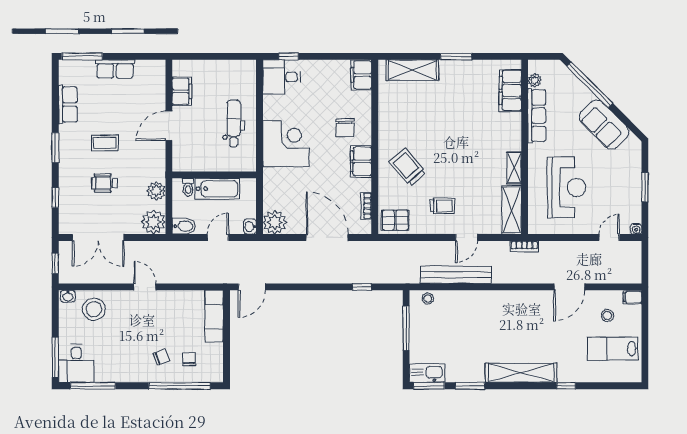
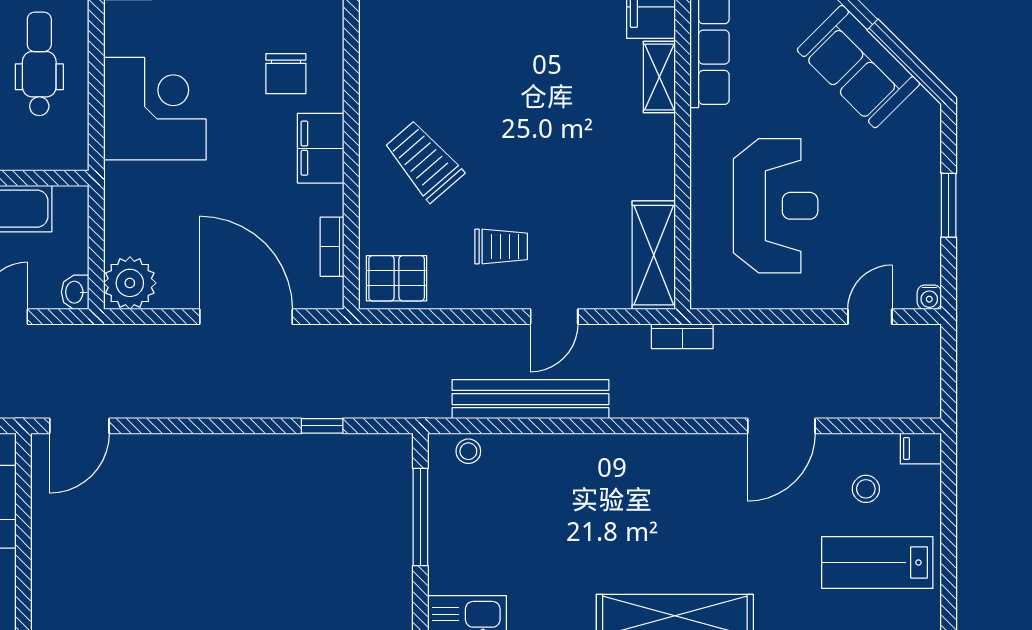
shelving: (514, 168) -> (659, 77), moved

